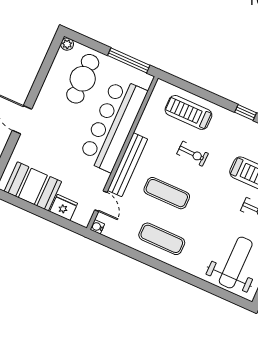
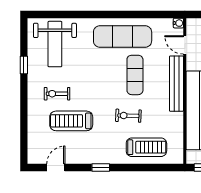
exercise mat: (167, 193) -> (135, 75), turned 90
exercise mat: (162, 239) -> (123, 37), width x1.36, depth x1.45

